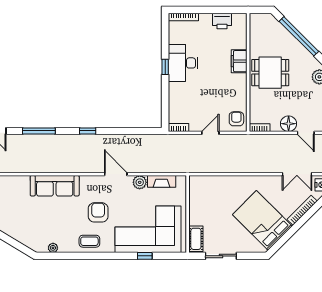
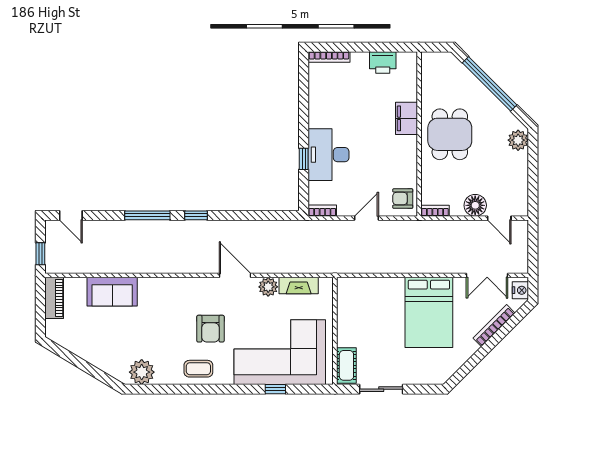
desk: (183, 63) -> (328, 155), moved
window: (165, 67) -> (304, 159), moved
dining table: (270, 73) -> (450, 134), turned 90
armchair: (236, 119) -> (403, 199), turned -90
window: (39, 131) -> (147, 215), moved
sofa: (55, 186) -> (112, 292), moved, width x0.73
armchair: (98, 212) -> (210, 329), turned 180
bed: (262, 220) -> (429, 312), moved, turned -135
plant: (53, 248) -> (142, 372), width x1.88, depth x1.88

